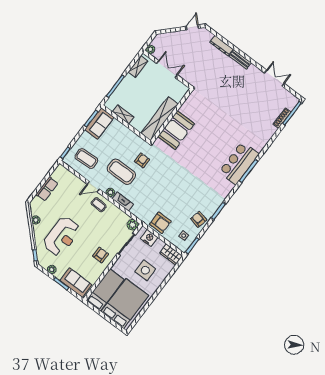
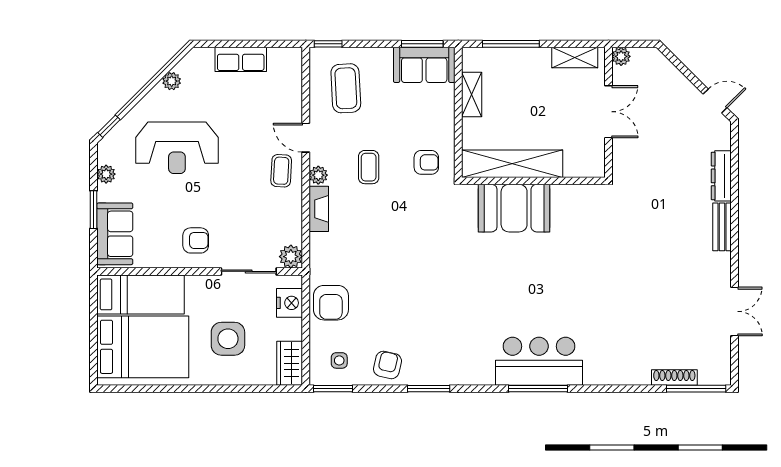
armchair: (142, 160) -> (426, 162), moved
coffee table: (121, 172) -> (369, 167), width x0.54, depth x0.58

